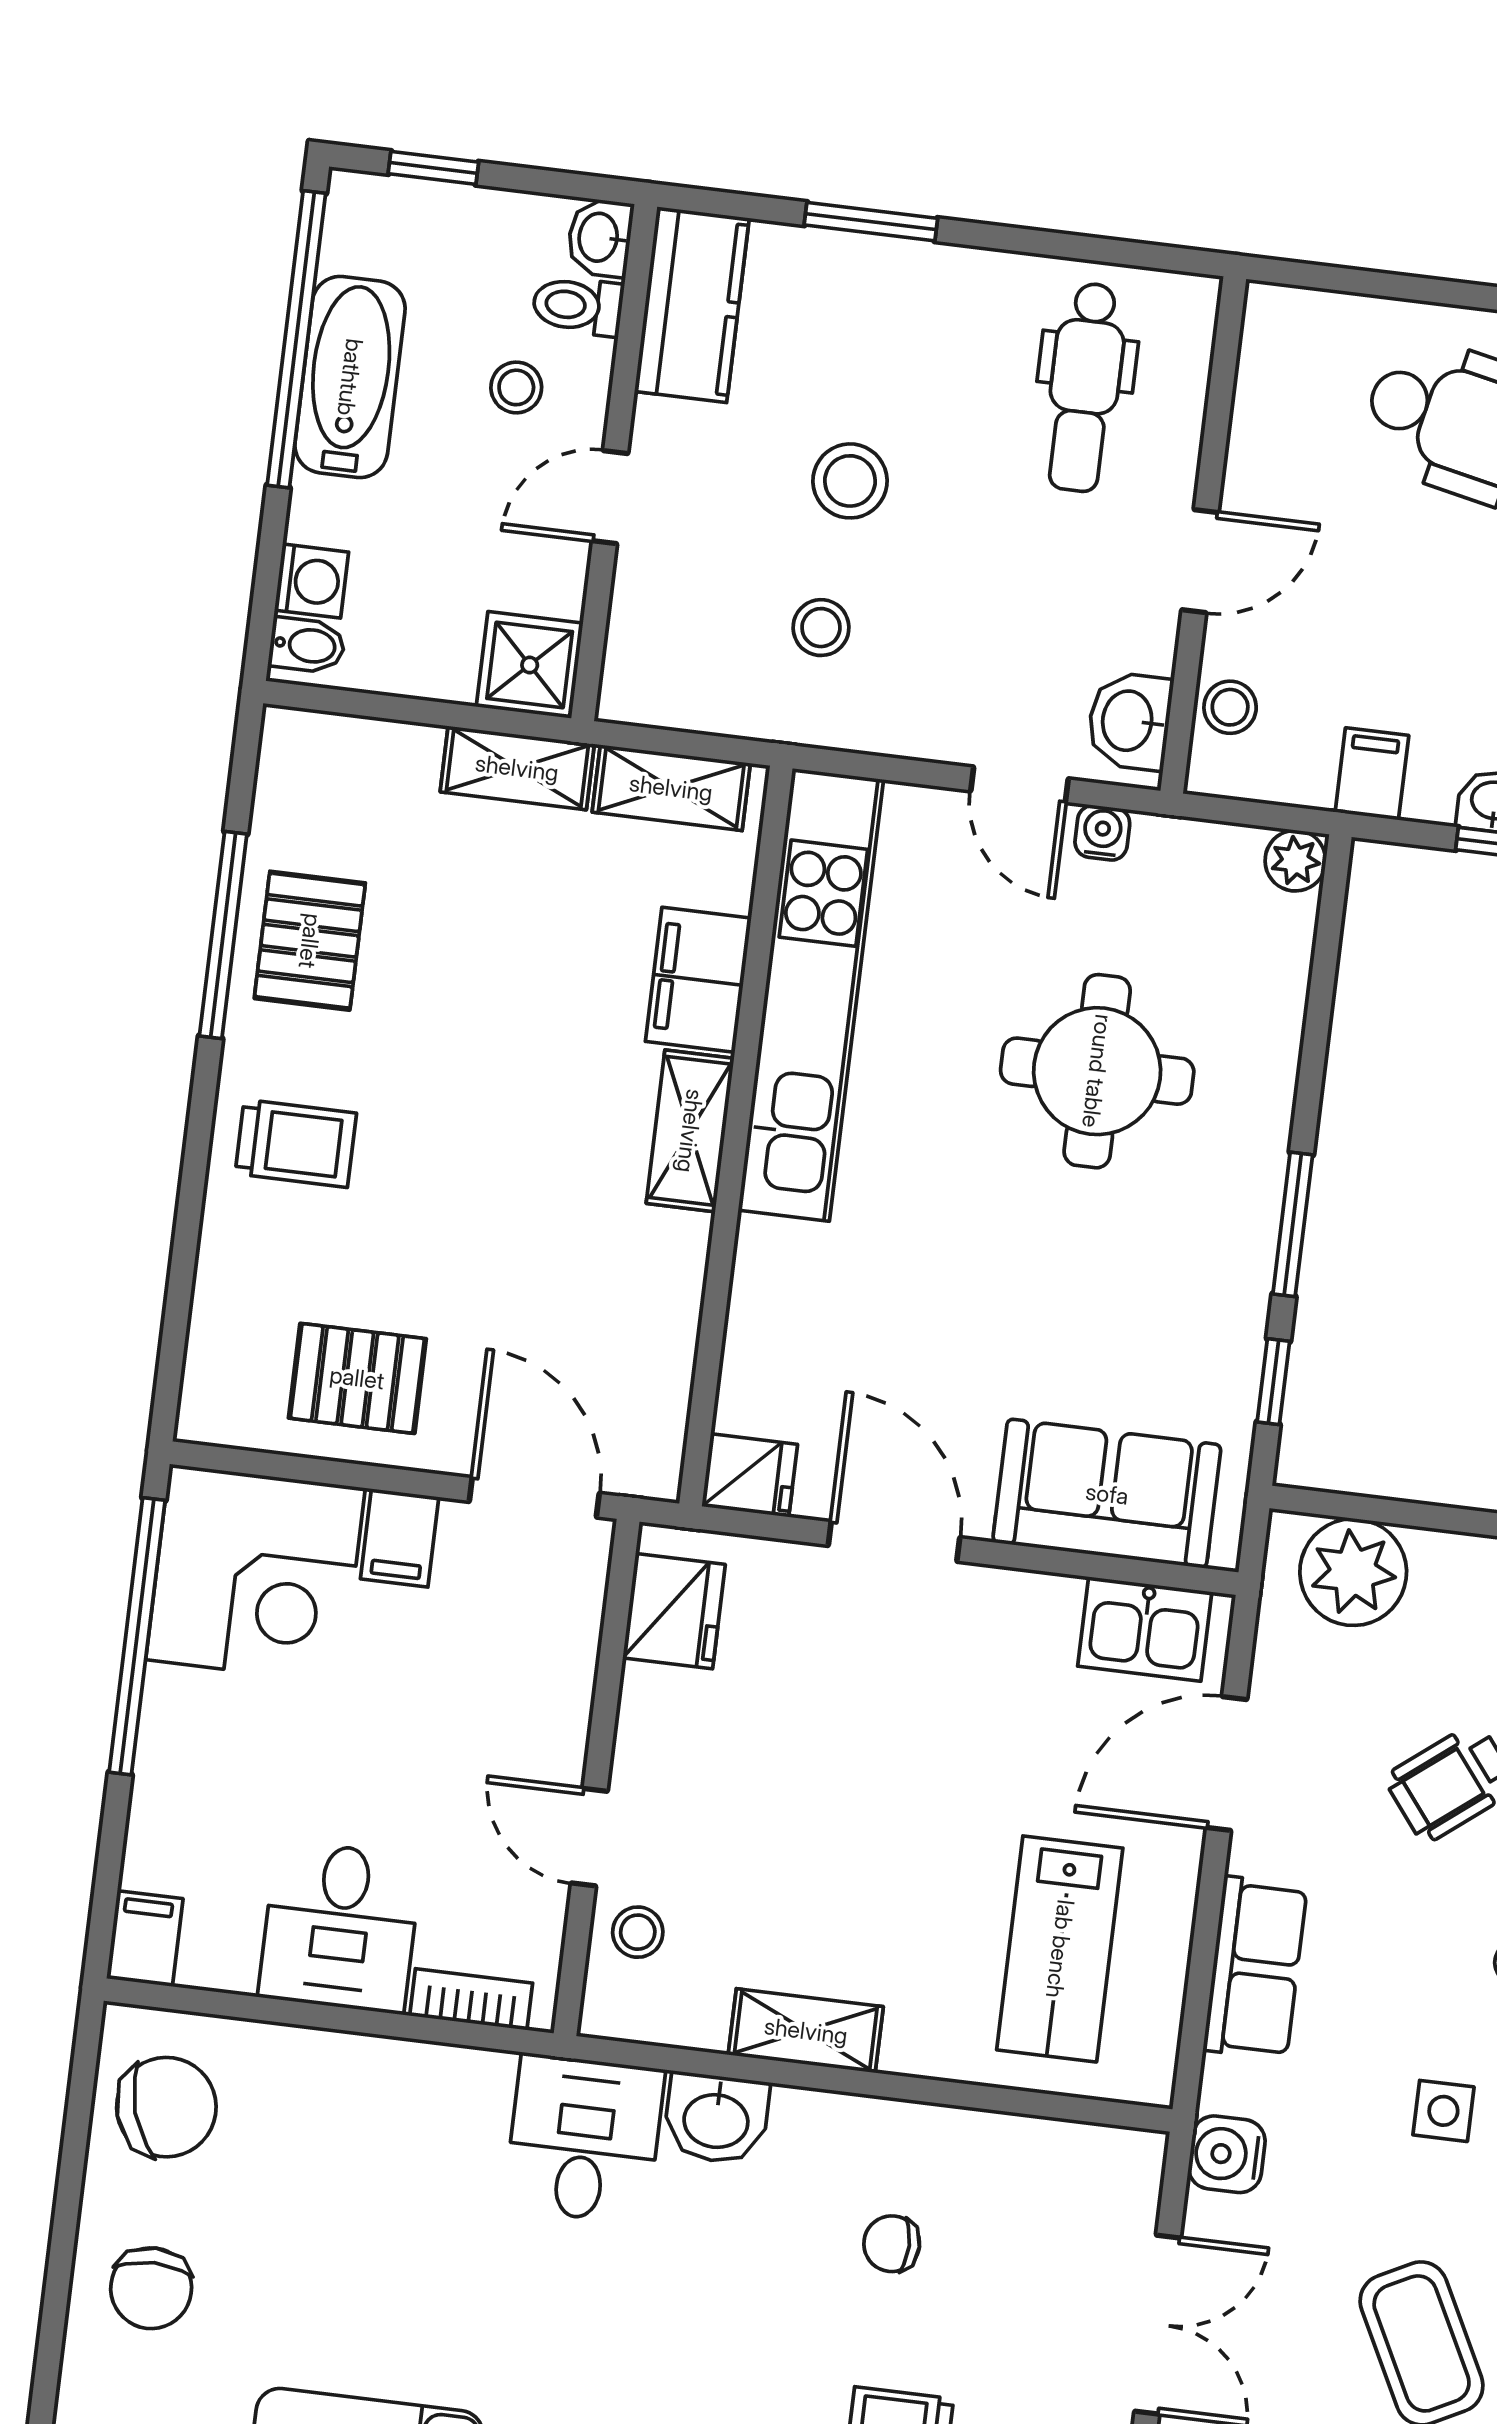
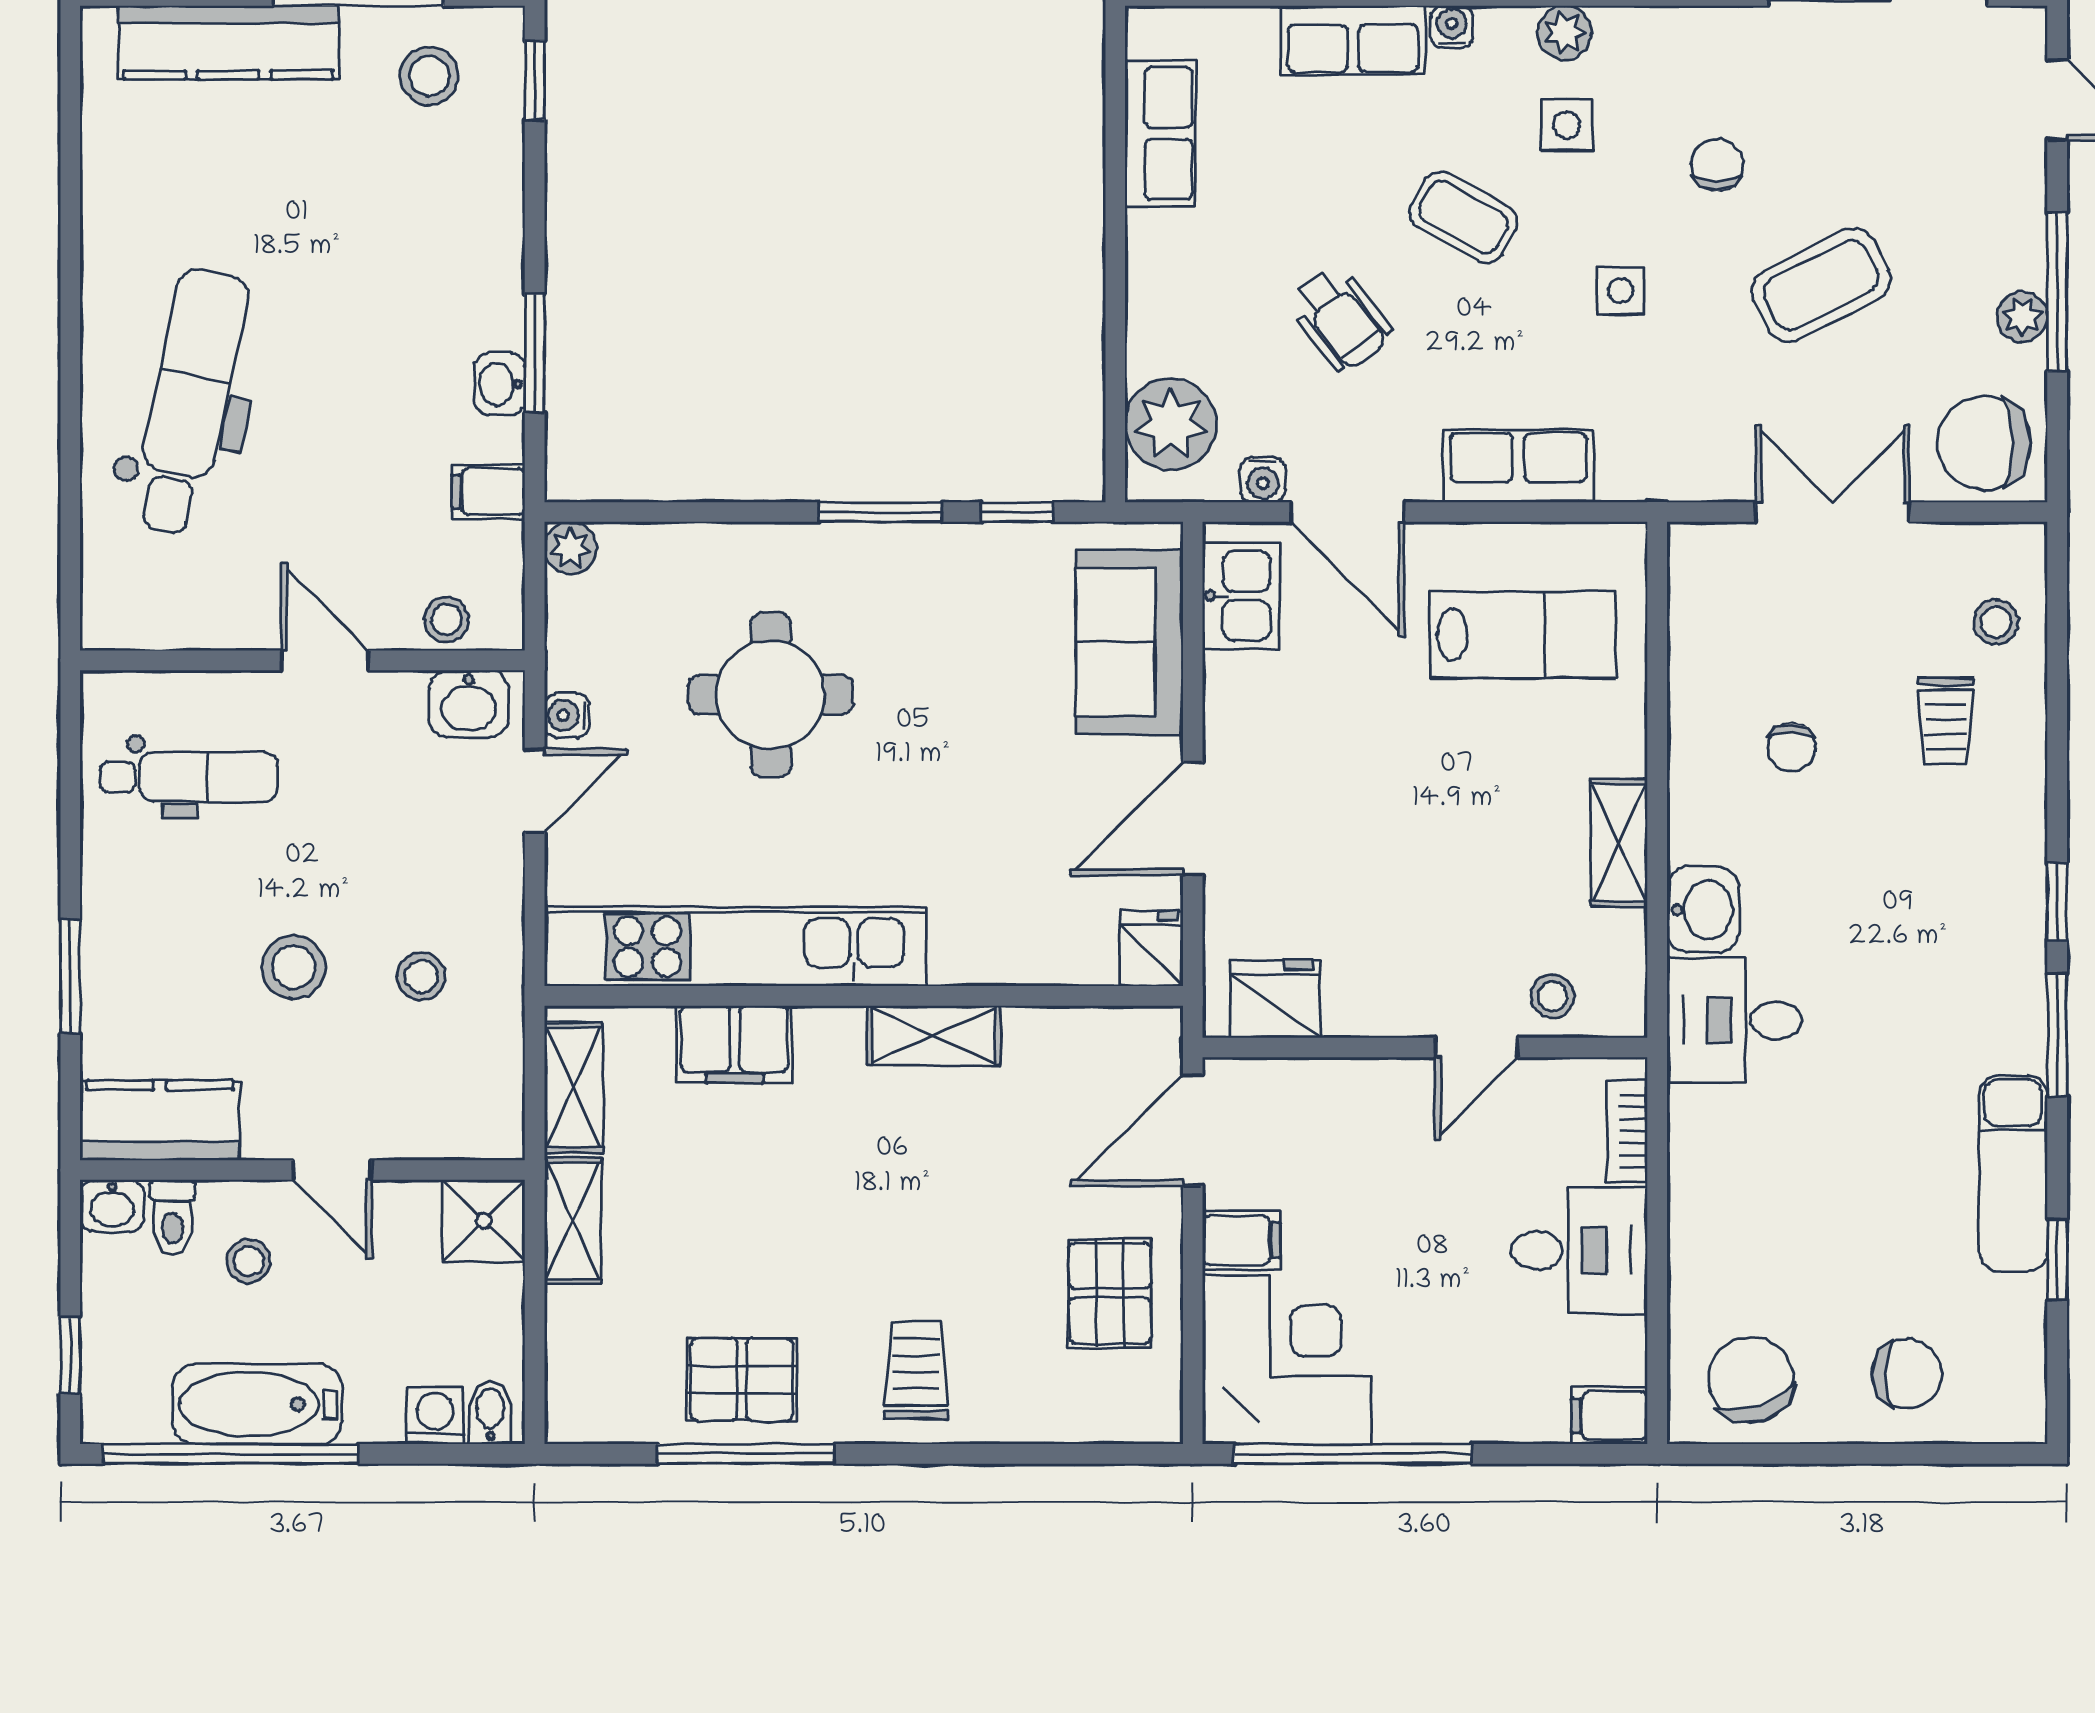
shelving: (690, 1131) -> (934, 1035), moved
water cooler: (1227, 2154) -> (1263, 480), moved, width x0.72, depth x0.72

